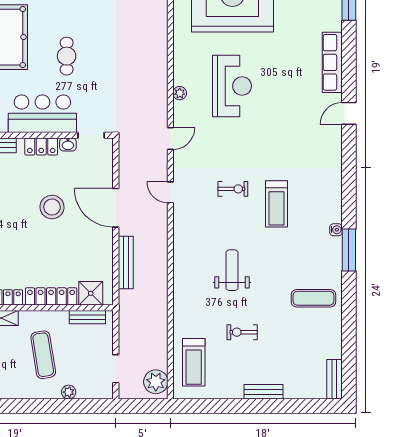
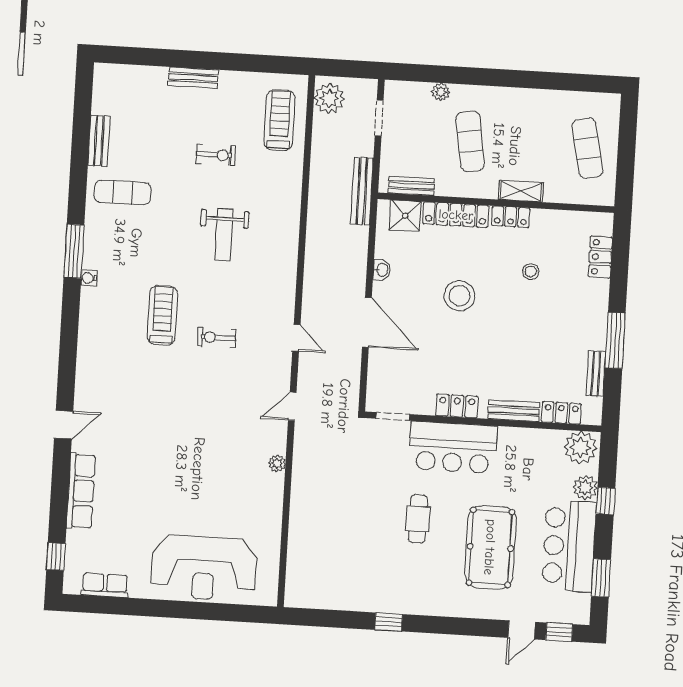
reception desk: (232, 86) -> (210, 468), removed
washbasin: (68, 144) -> (382, 270), moved, turned 90
stool: (52, 207) -> (459, 296), moved
bench: (126, 262) -> (362, 191), moved
bench: (334, 379) -> (99, 141), moved

